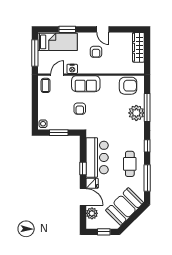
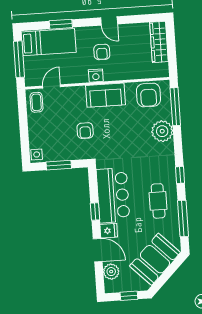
nightstand: (72, 69) -> (96, 76), moved
sofa: (86, 84) -> (106, 95), moved
armchair: (128, 86) -> (148, 95), turned 90
window: (147, 107) -> (175, 107), moved

